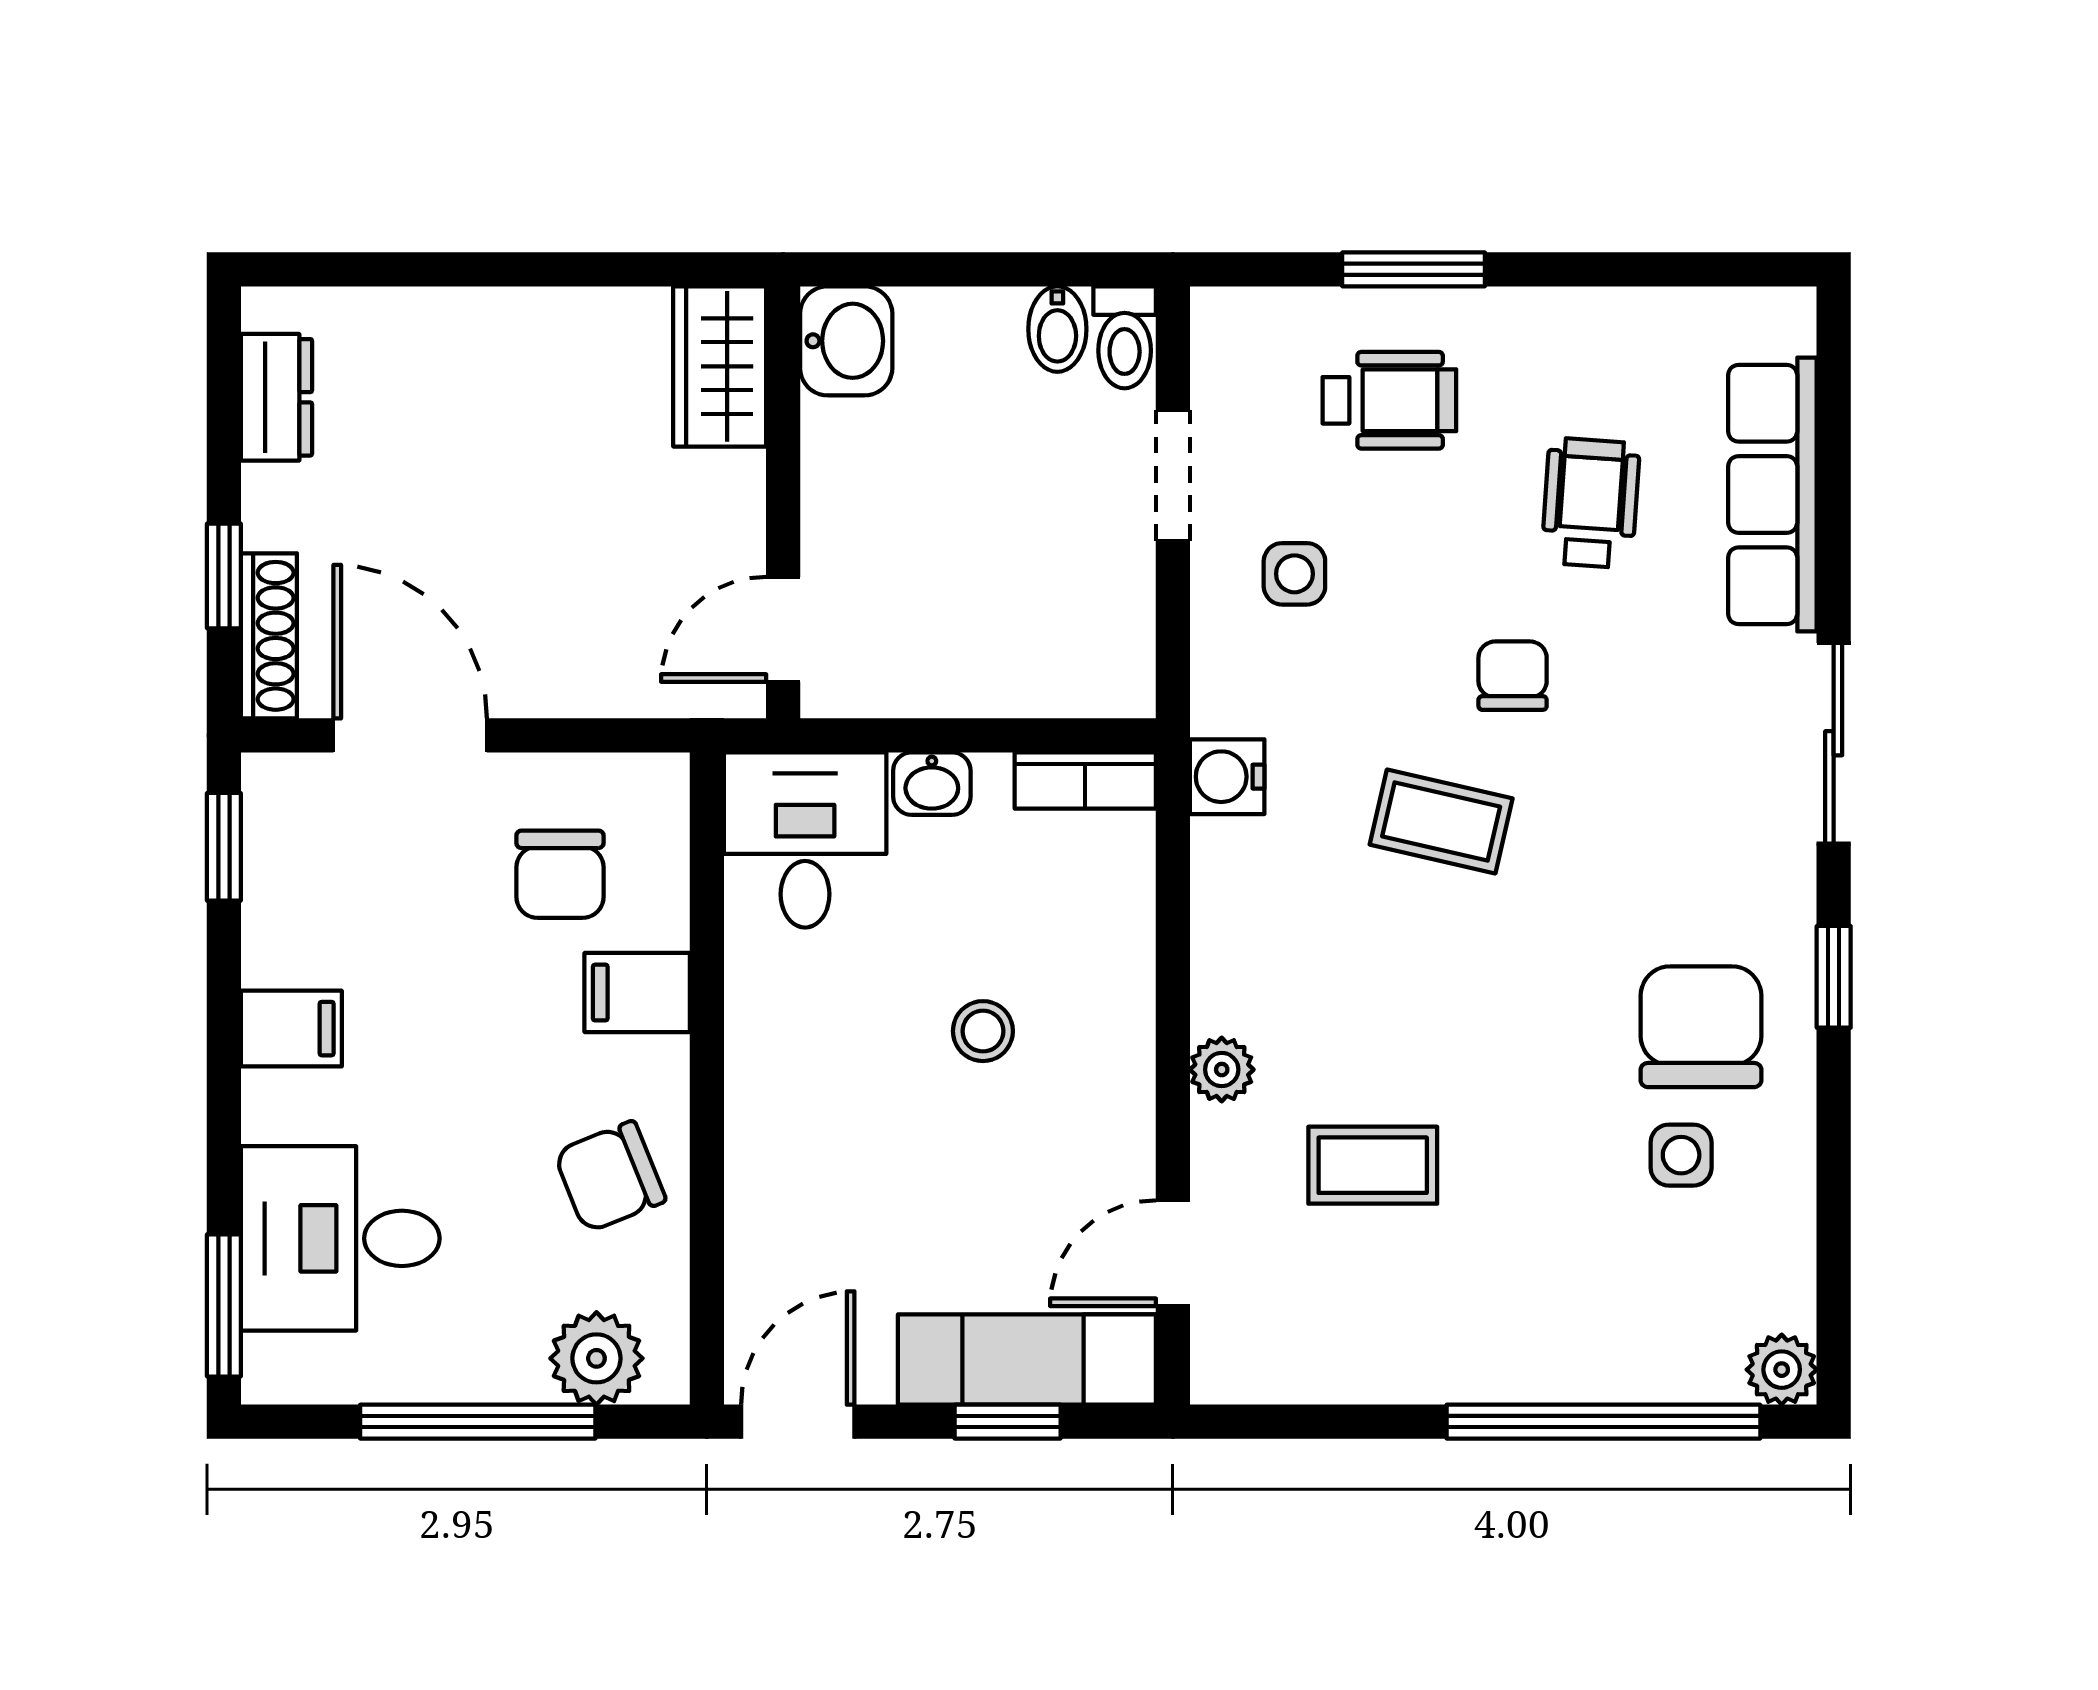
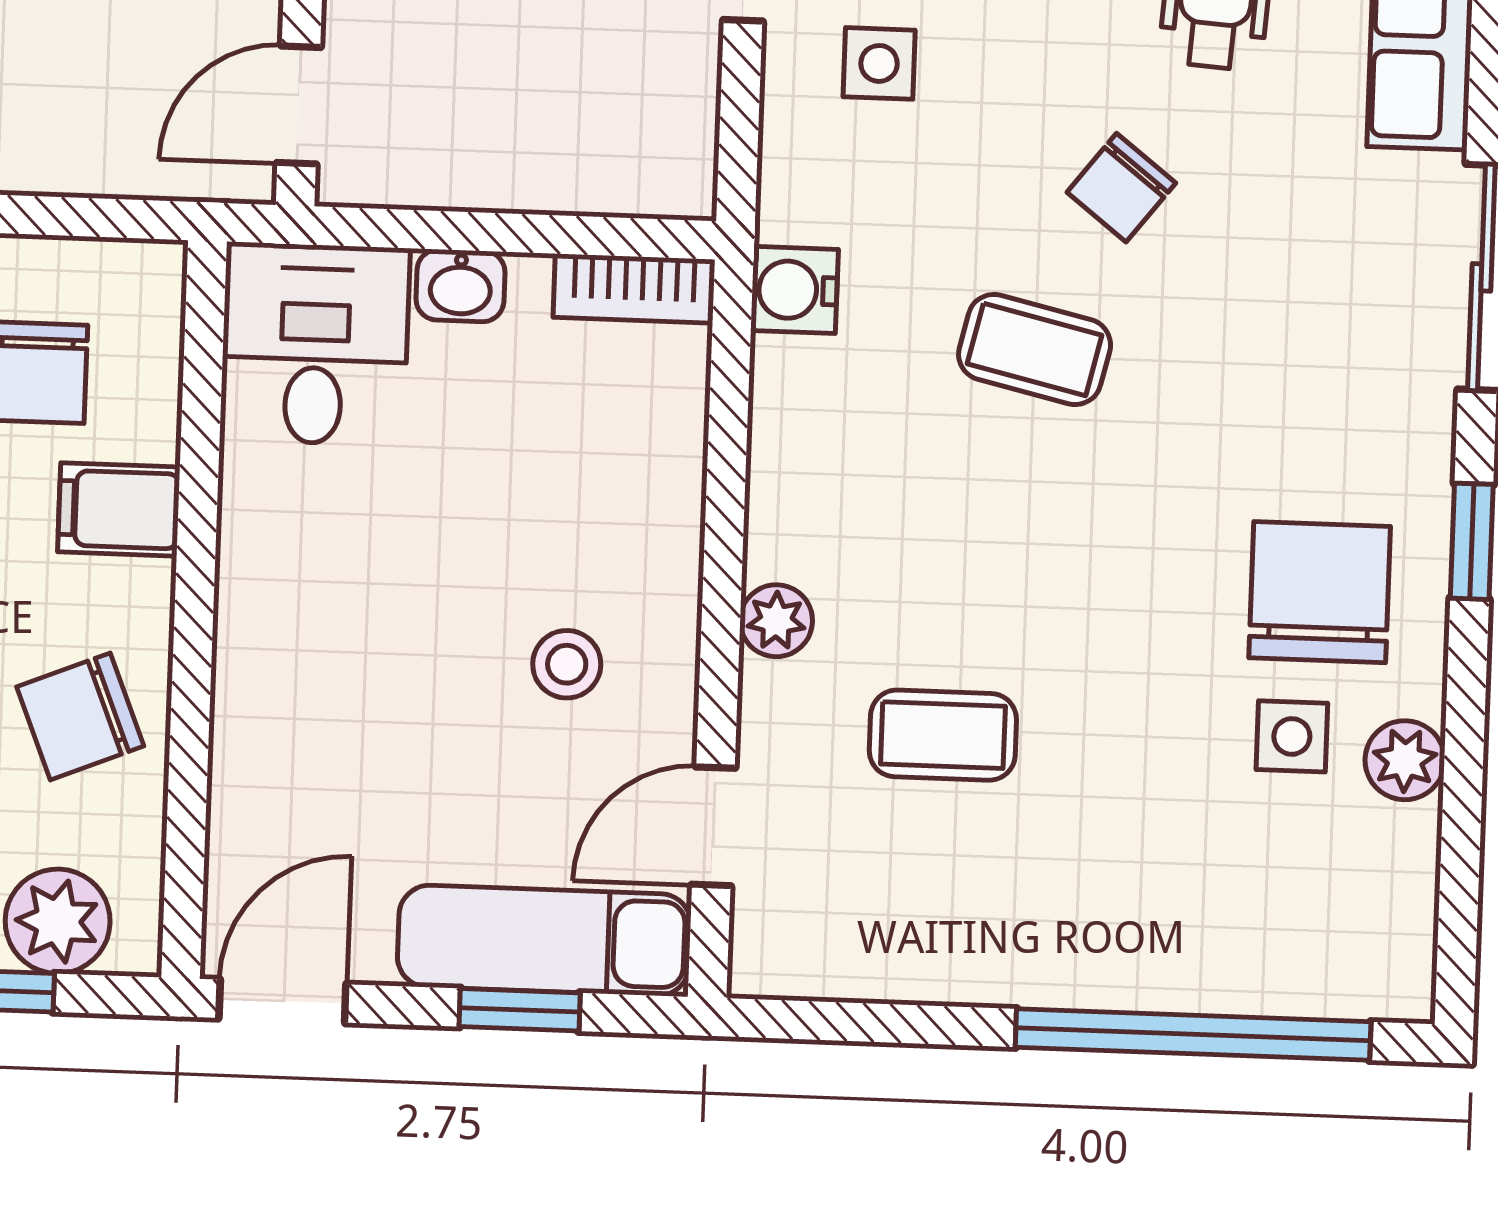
chair: (1513, 676) -> (1121, 188), turned -142
stool: (983, 1031) -> (567, 664), moved
plant: (1782, 1370) -> (1405, 760), moved

